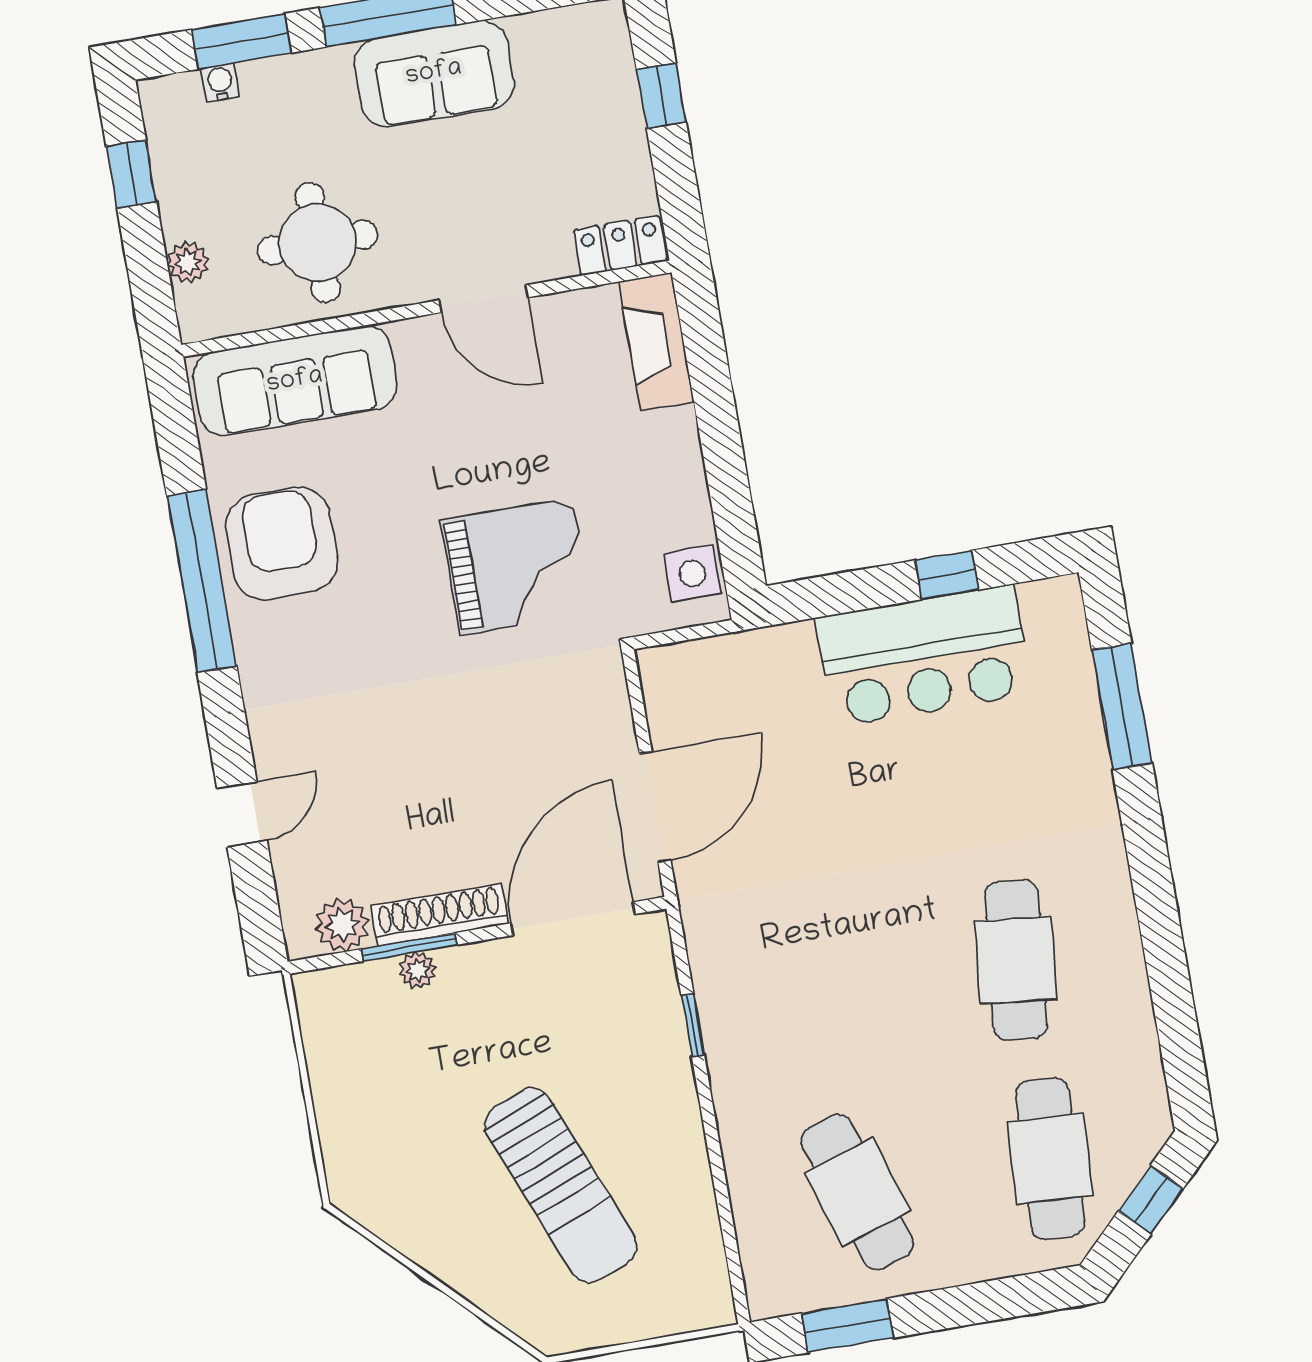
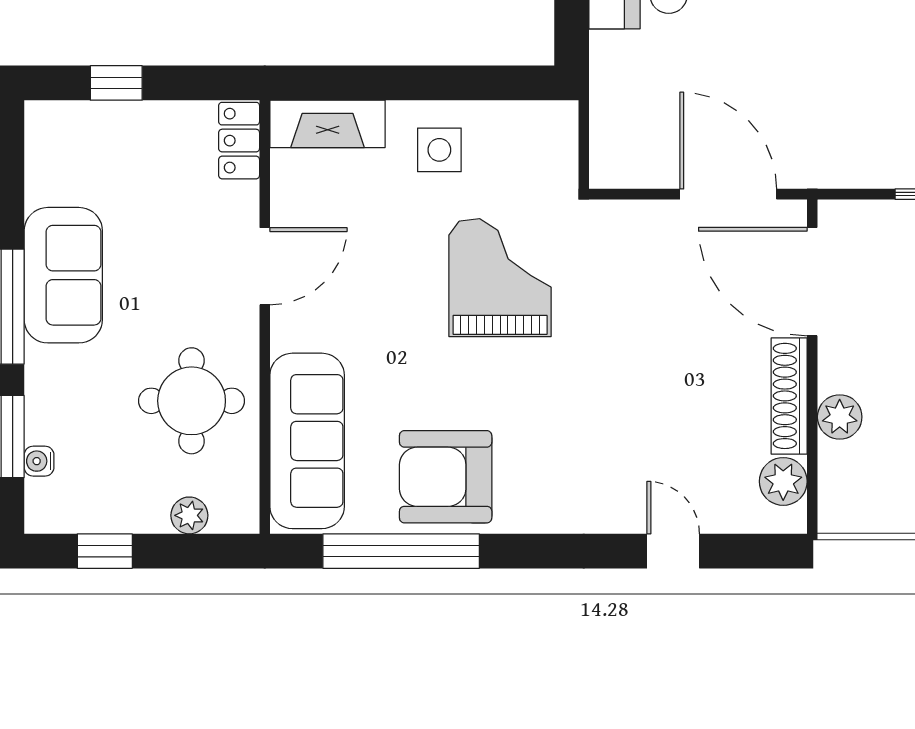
side table: (692, 573) -> (439, 150), moved
window: (202, 581) -> (401, 551), moved
window: (409, 947) -> (812, 427), removed
plant: (418, 970) -> (840, 417), width x1.38, depth x1.38

